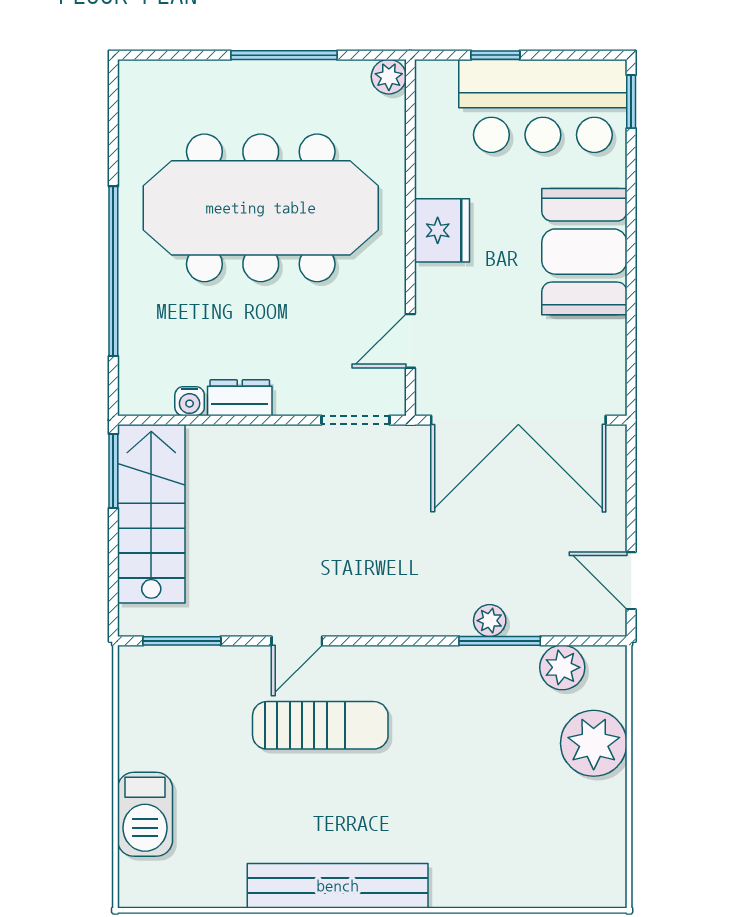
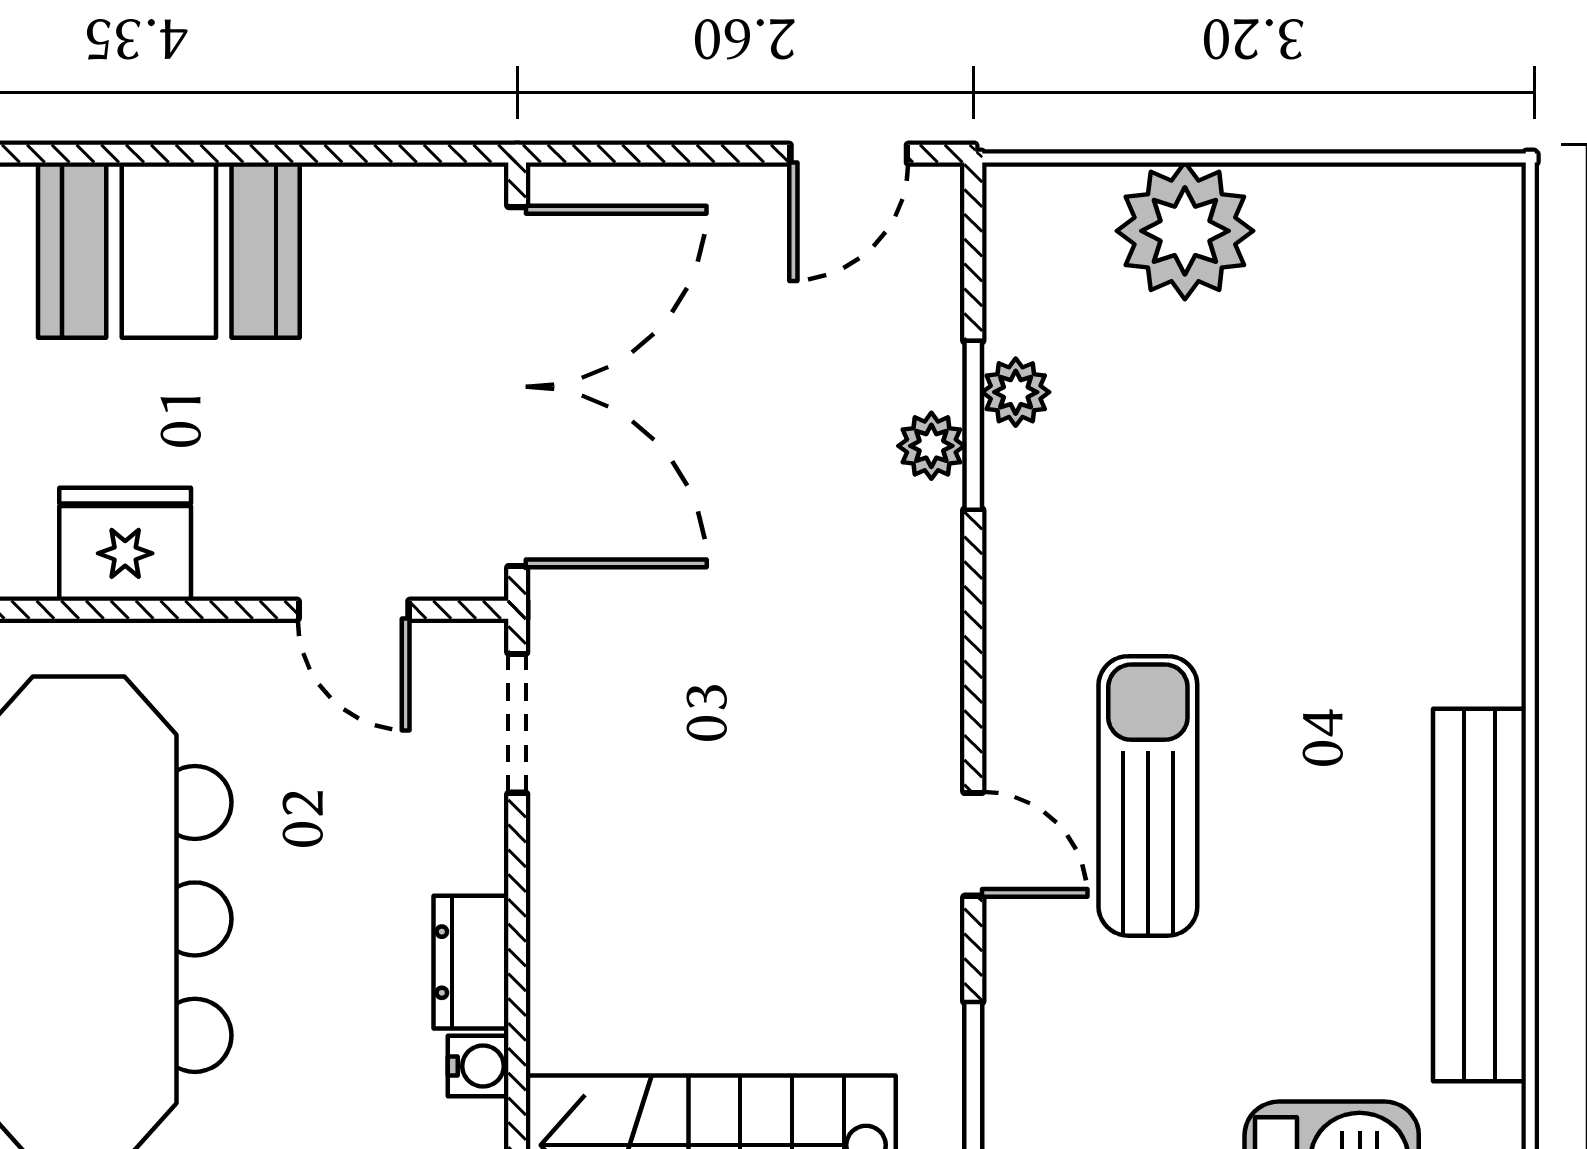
plant: (562, 667) -> (1016, 392), moved, width x0.73, depth x0.73
bench: (338, 886) -> (1479, 895), moved

